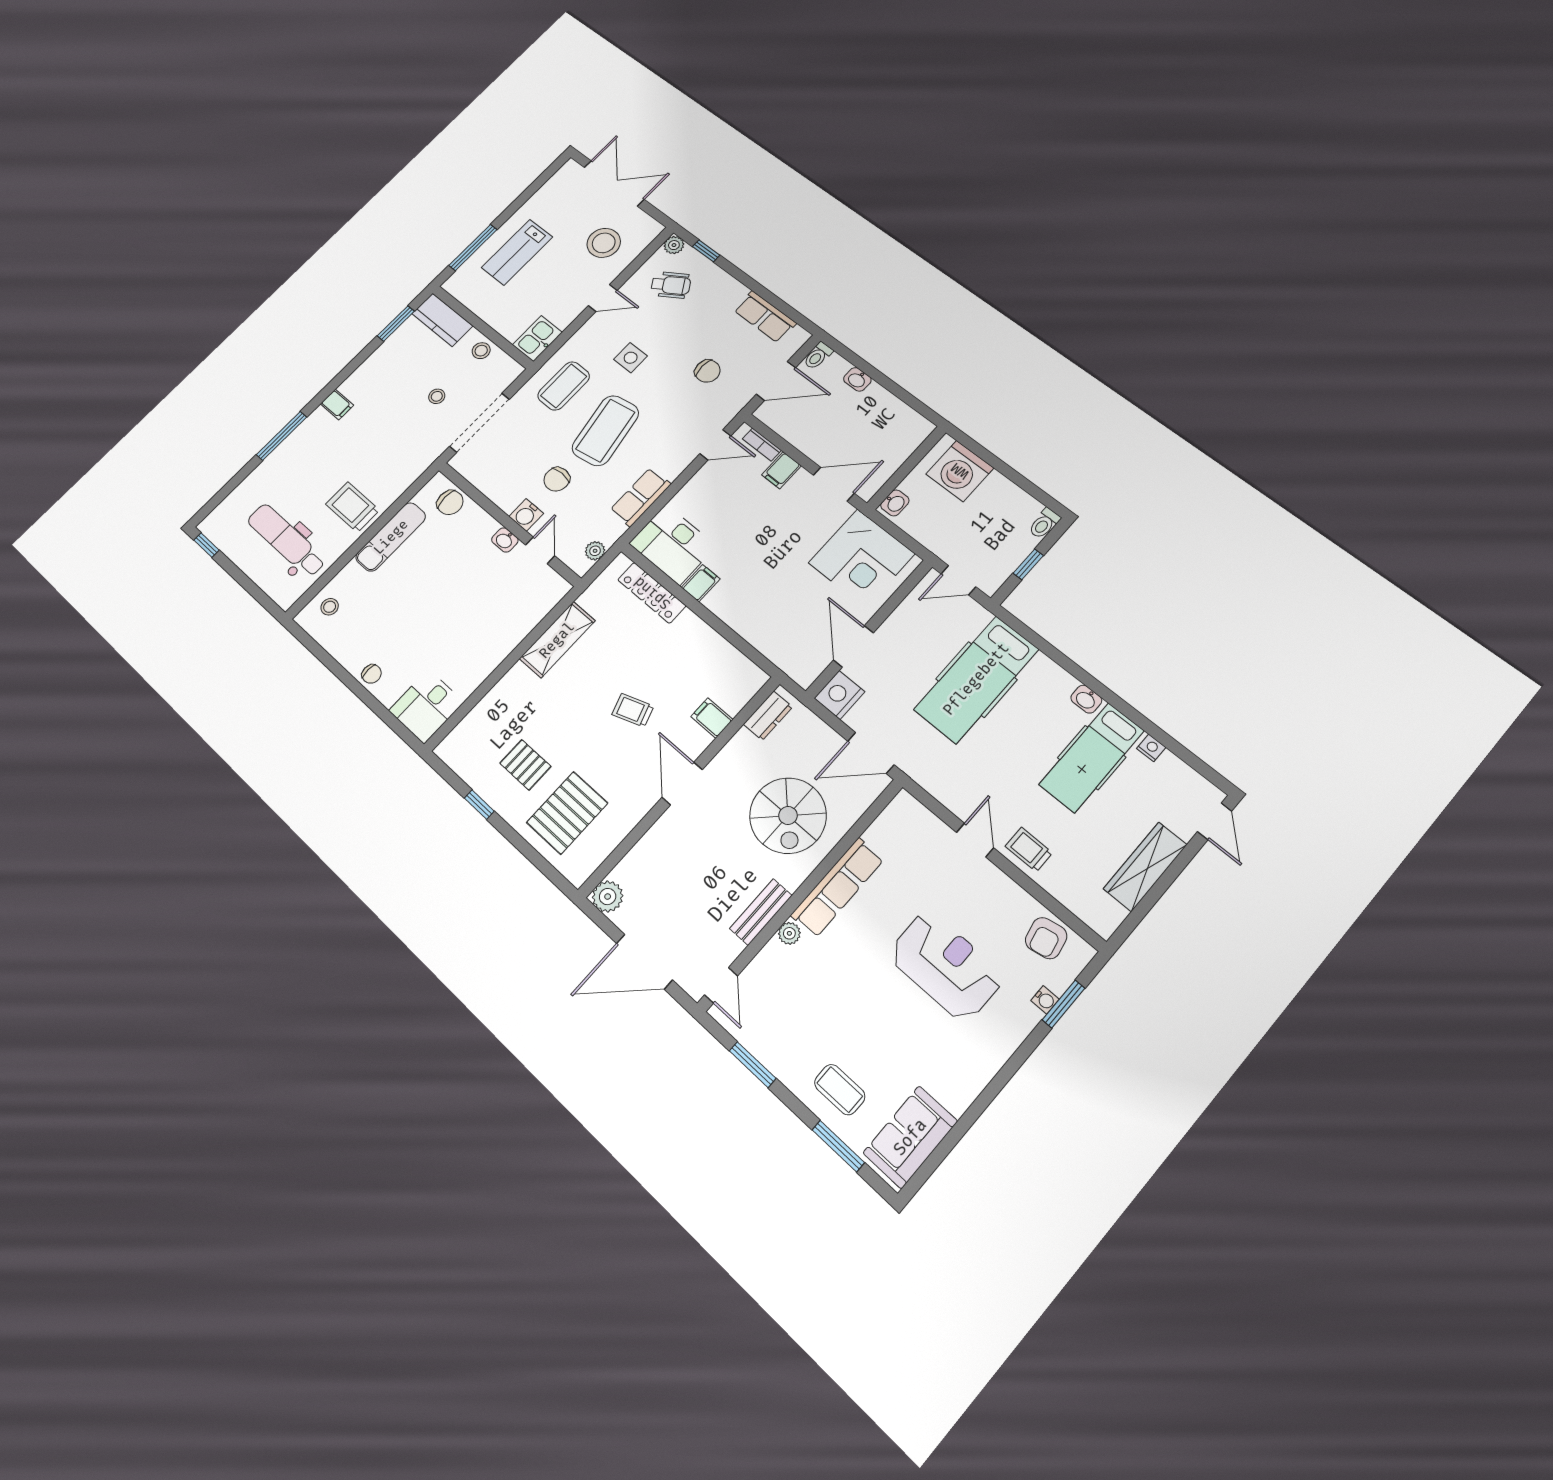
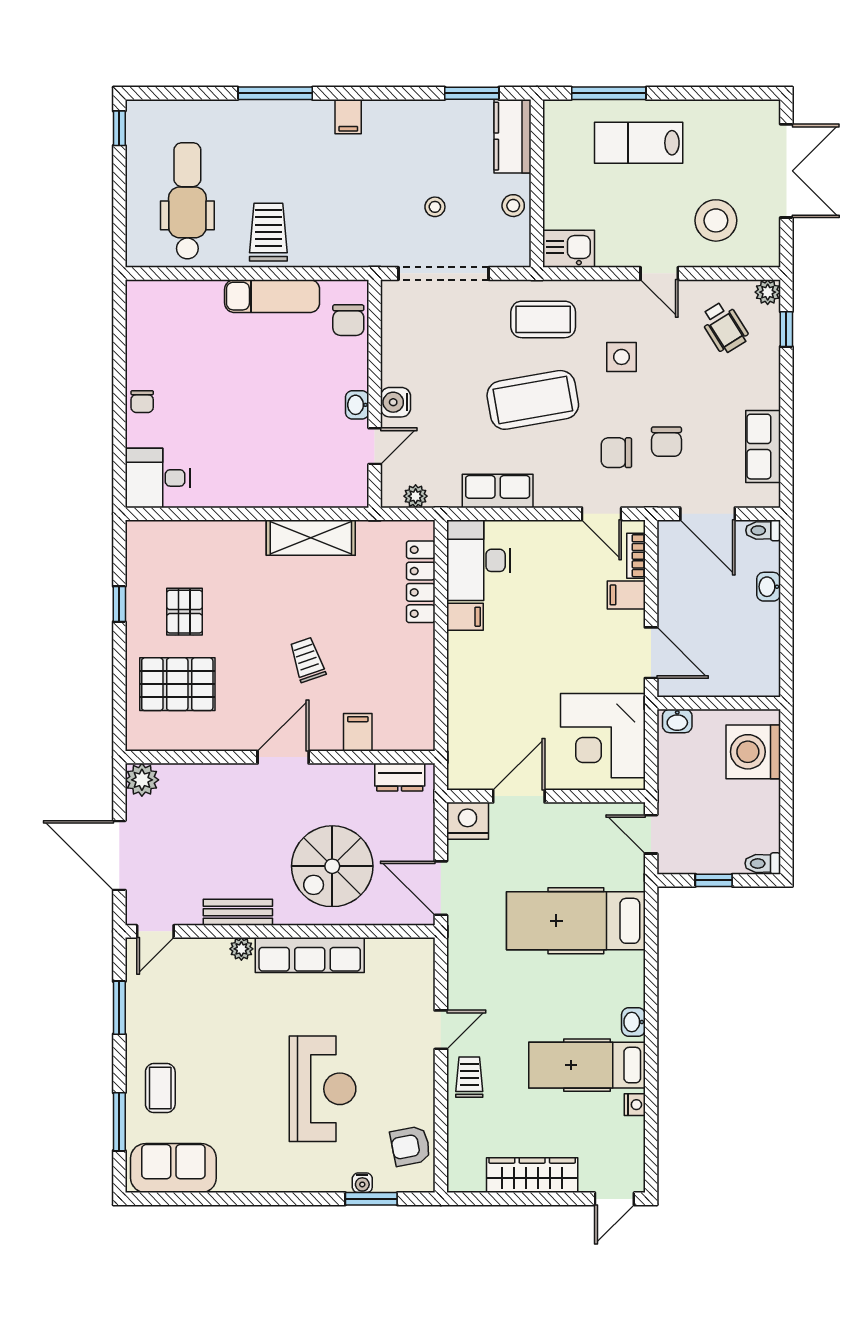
chair: (557, 479) -> (616, 453), moved
stool: (330, 607) -> (165, 303), removed

